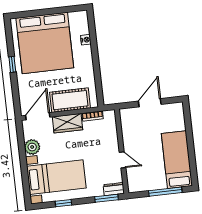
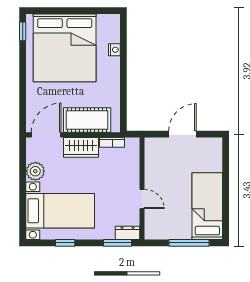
window: (12, 64) -> (23, 31), moved

